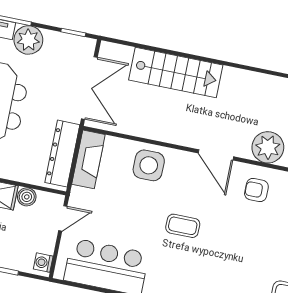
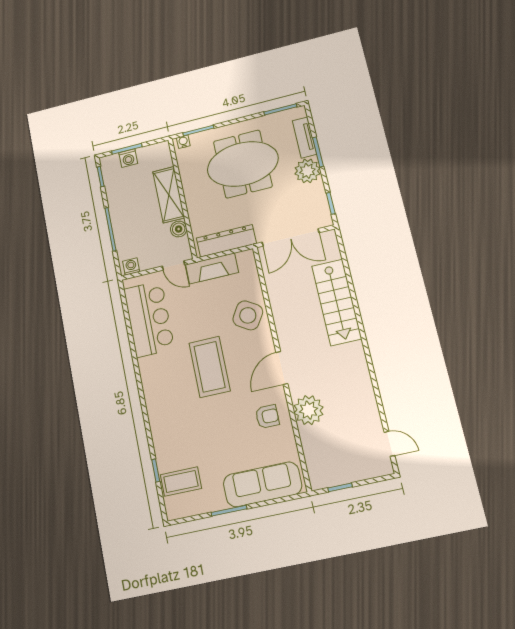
fireplace: (88, 159) -> (212, 268), moved
side table: (149, 165) -> (248, 315), turned 32
armchair: (256, 190) -> (267, 417), turned 90
coffee table: (183, 226) -> (210, 367), width x1.86, depth x1.72

